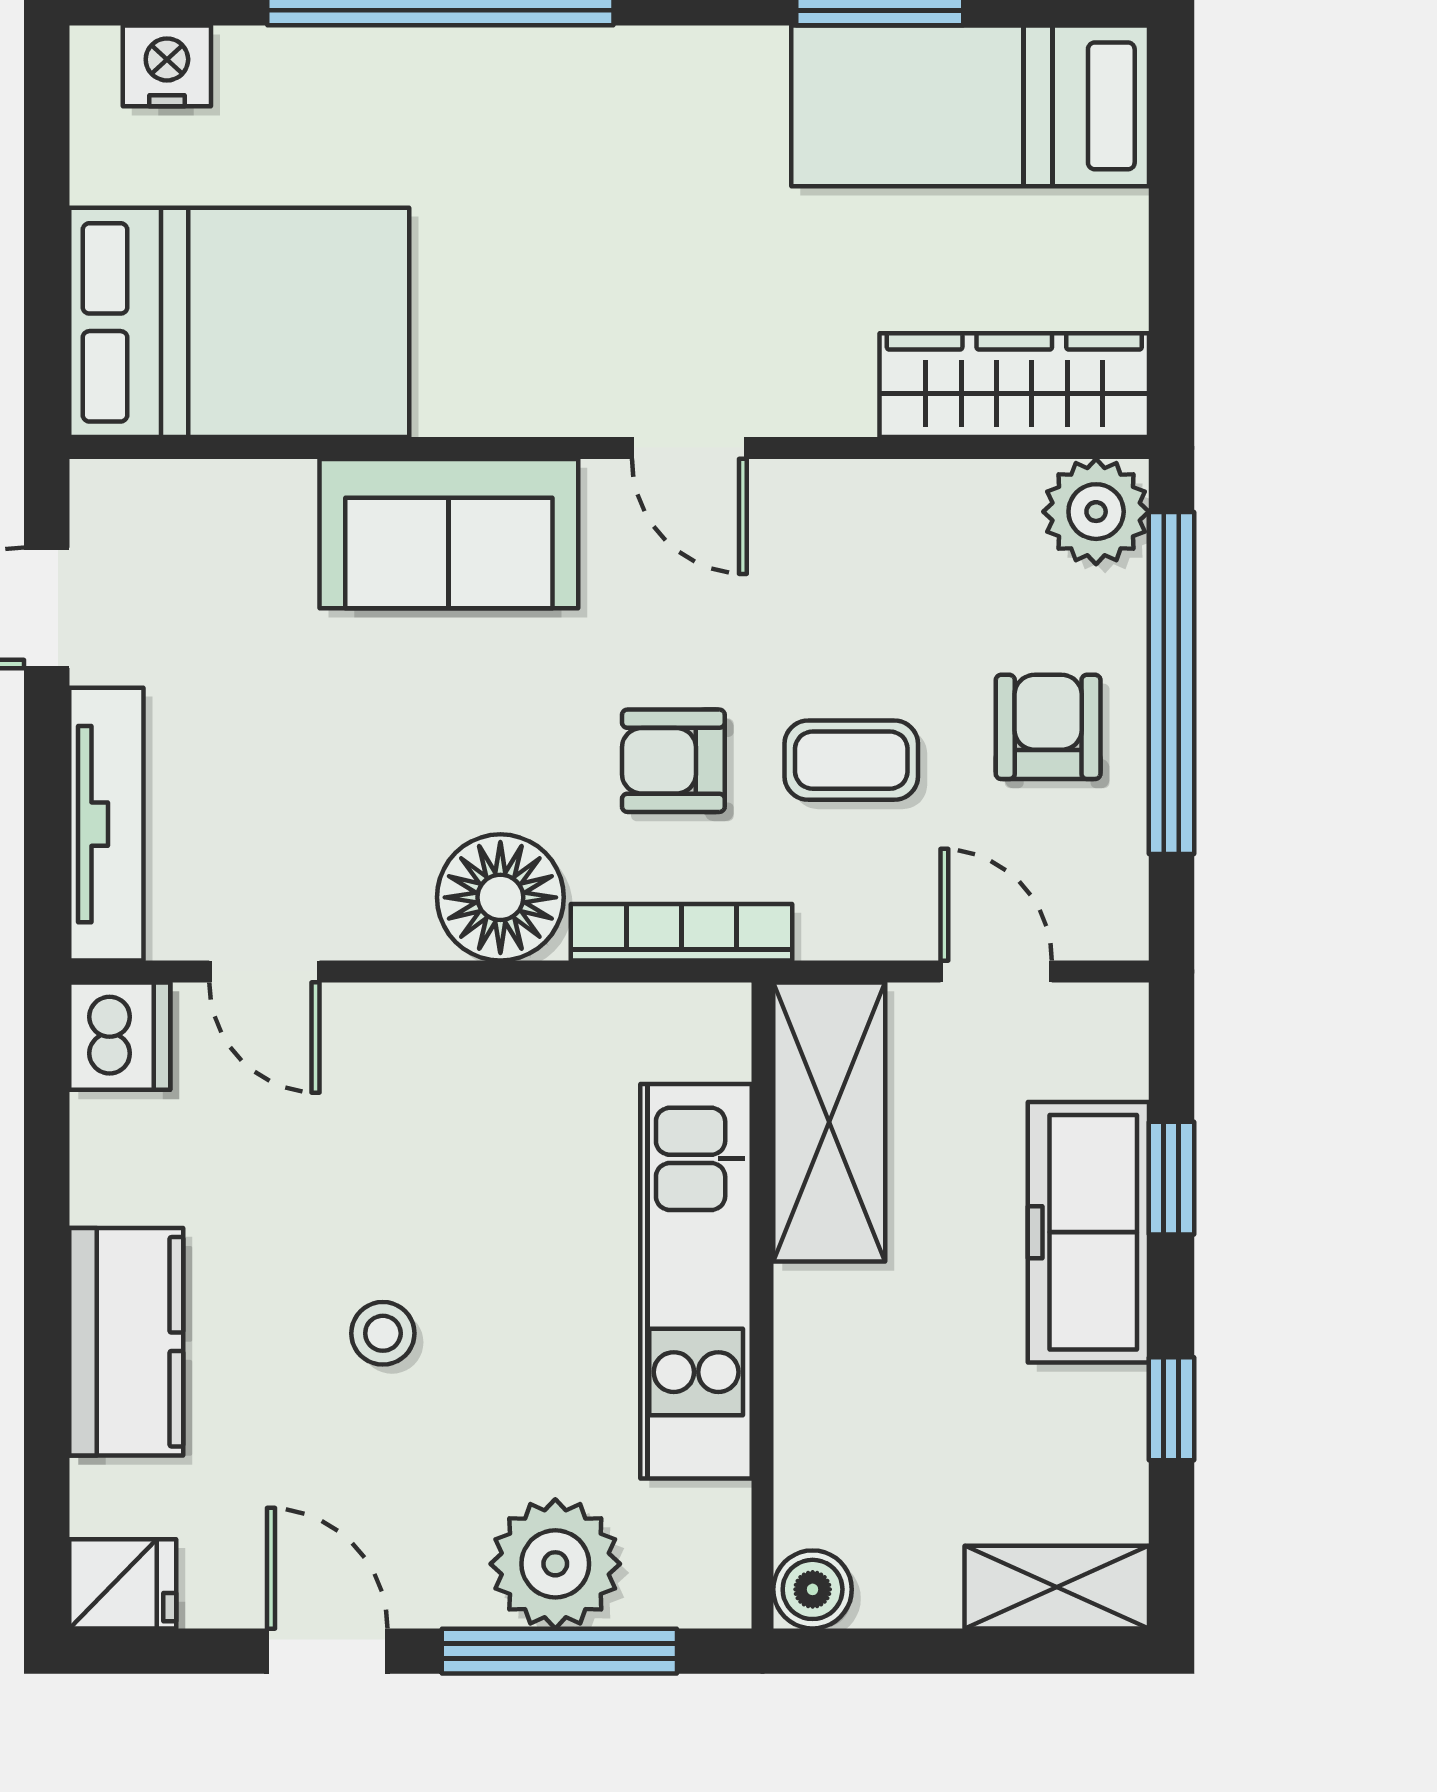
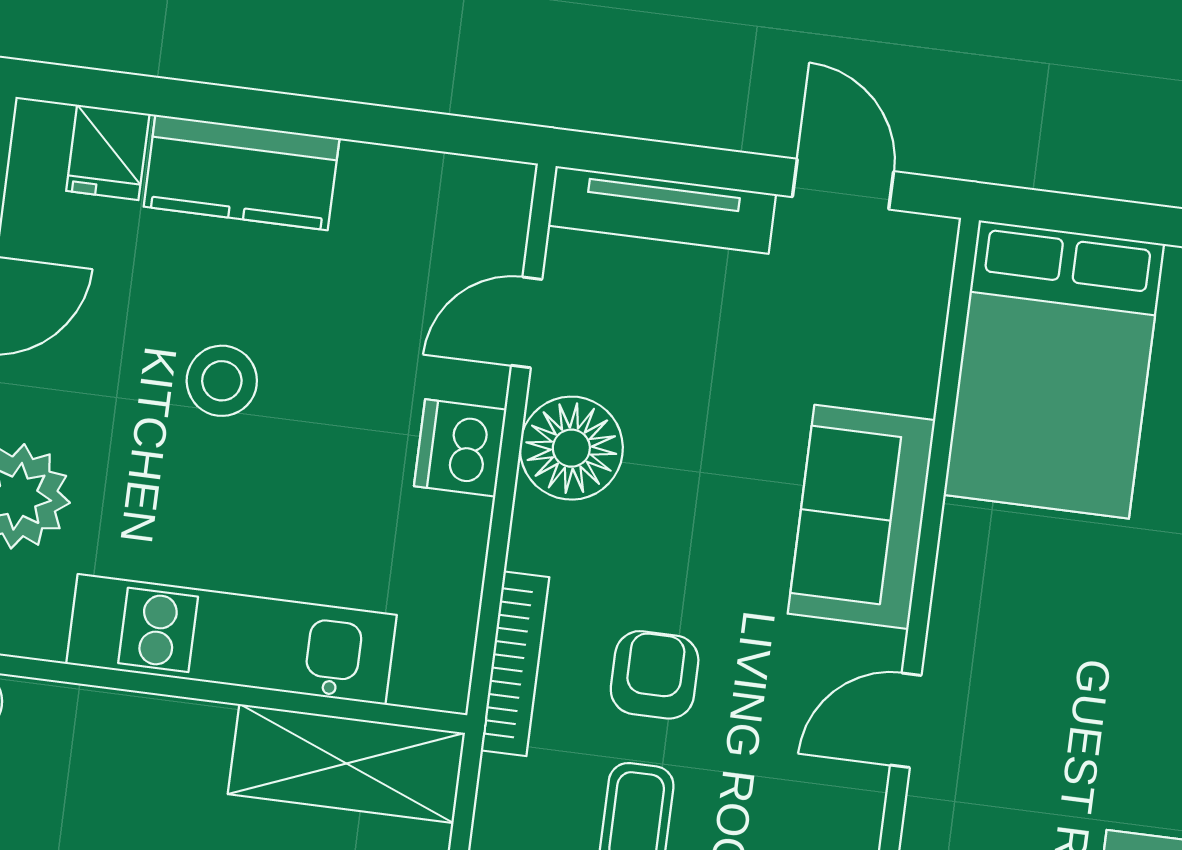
floor lamp: (500, 897) -> (571, 448), moved
dishwasher: (120, 1036) -> (460, 448), moved, turned 90
stool: (383, 1333) -> (222, 381), width x1.37, depth x1.37
fridge: (123, 1584) -> (108, 152), moved

